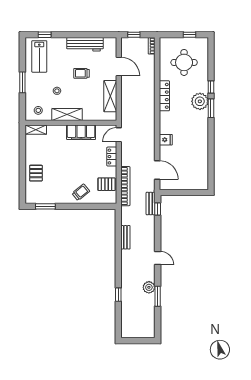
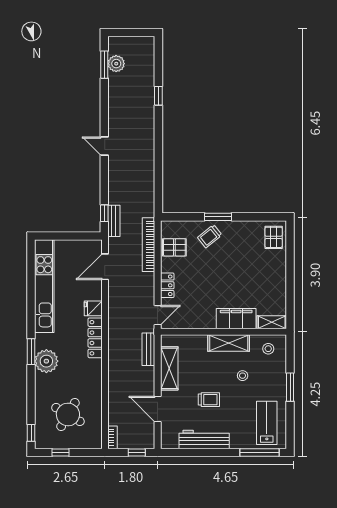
window: (45, 35) -> (260, 452), width x2.17
round table: (184, 62) -> (68, 414), turned 30
window: (211, 87) -> (31, 433), moved
locker: (164, 96) -> (95, 338), moved
filing cabinet: (81, 132) -> (236, 319), moved
kitchen unit: (201, 156) -> (44, 286), added
door: (157, 170) -> (105, 267), hinge flipped
pallet: (36, 173) -> (274, 237), moved
window: (45, 206) -> (218, 217), moved
bench: (125, 237) -> (148, 349), moved
plant: (149, 287) -> (116, 64), moved
window: (158, 296) -> (104, 65), moved

